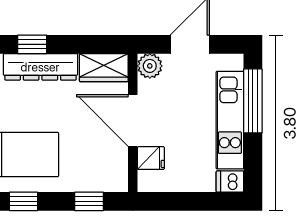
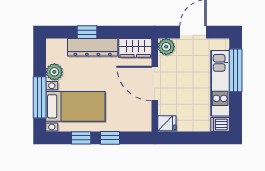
fridge: (151, 158) -> (167, 123), moved
window: (89, 201) -> (110, 138), moved

